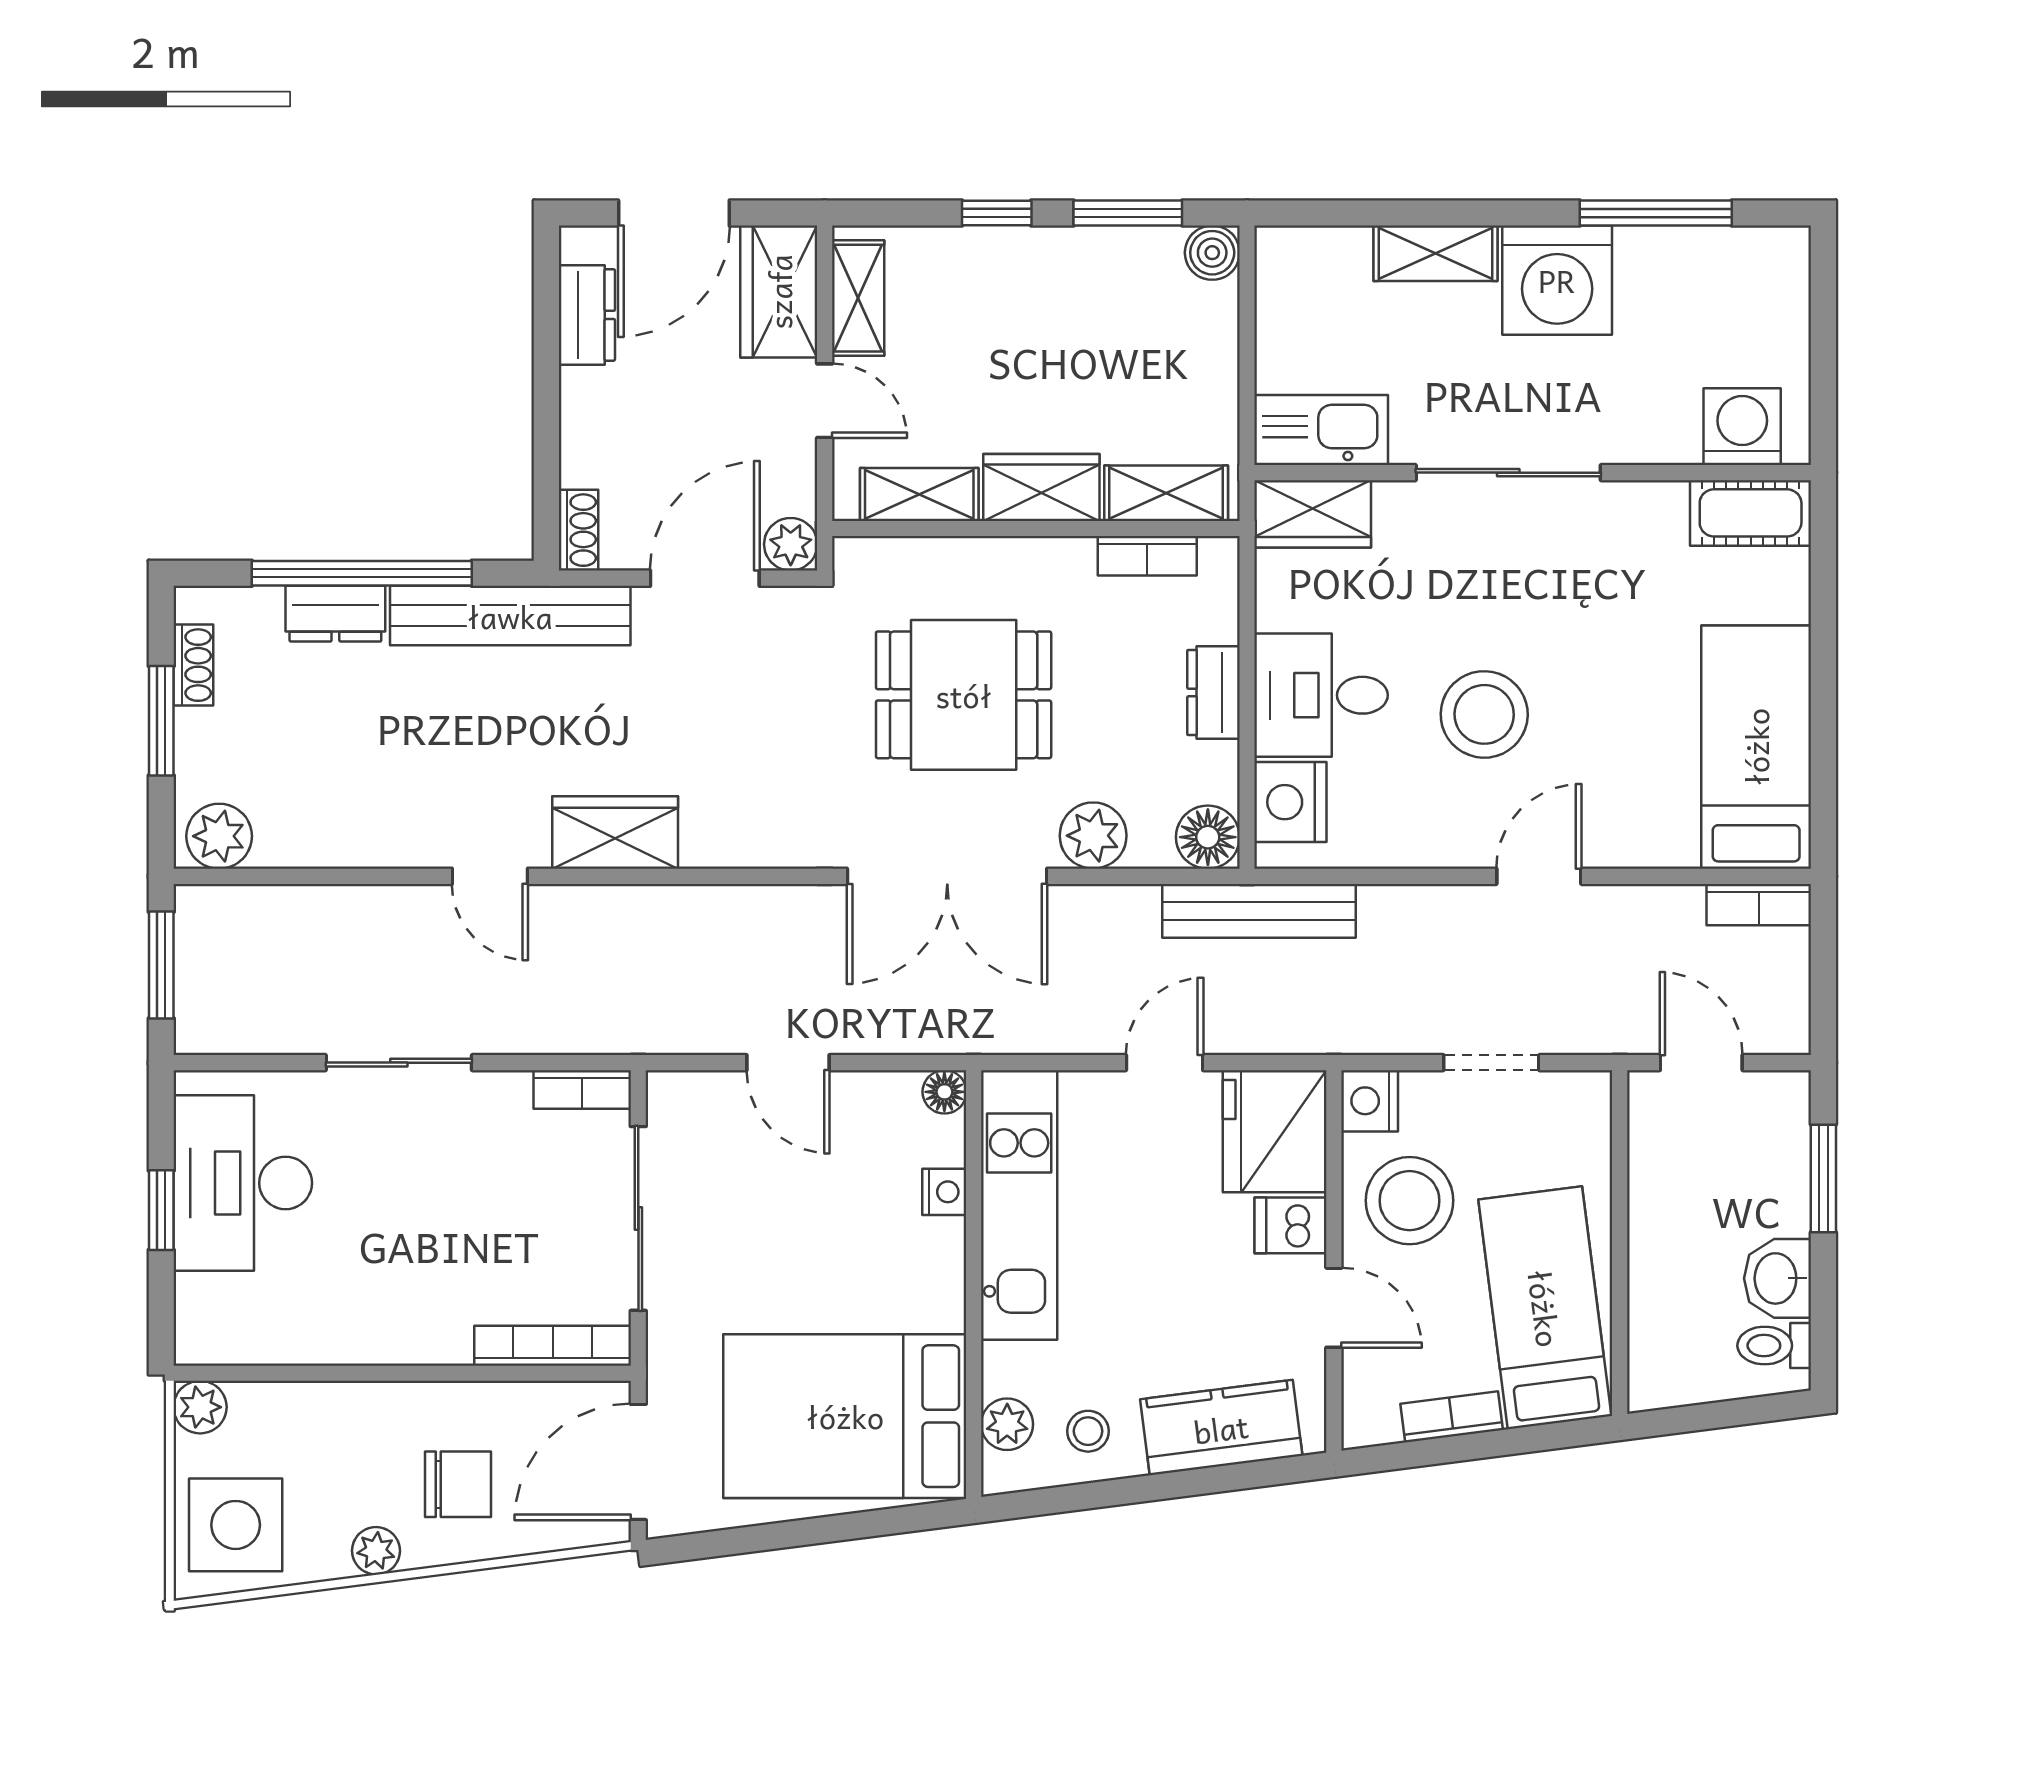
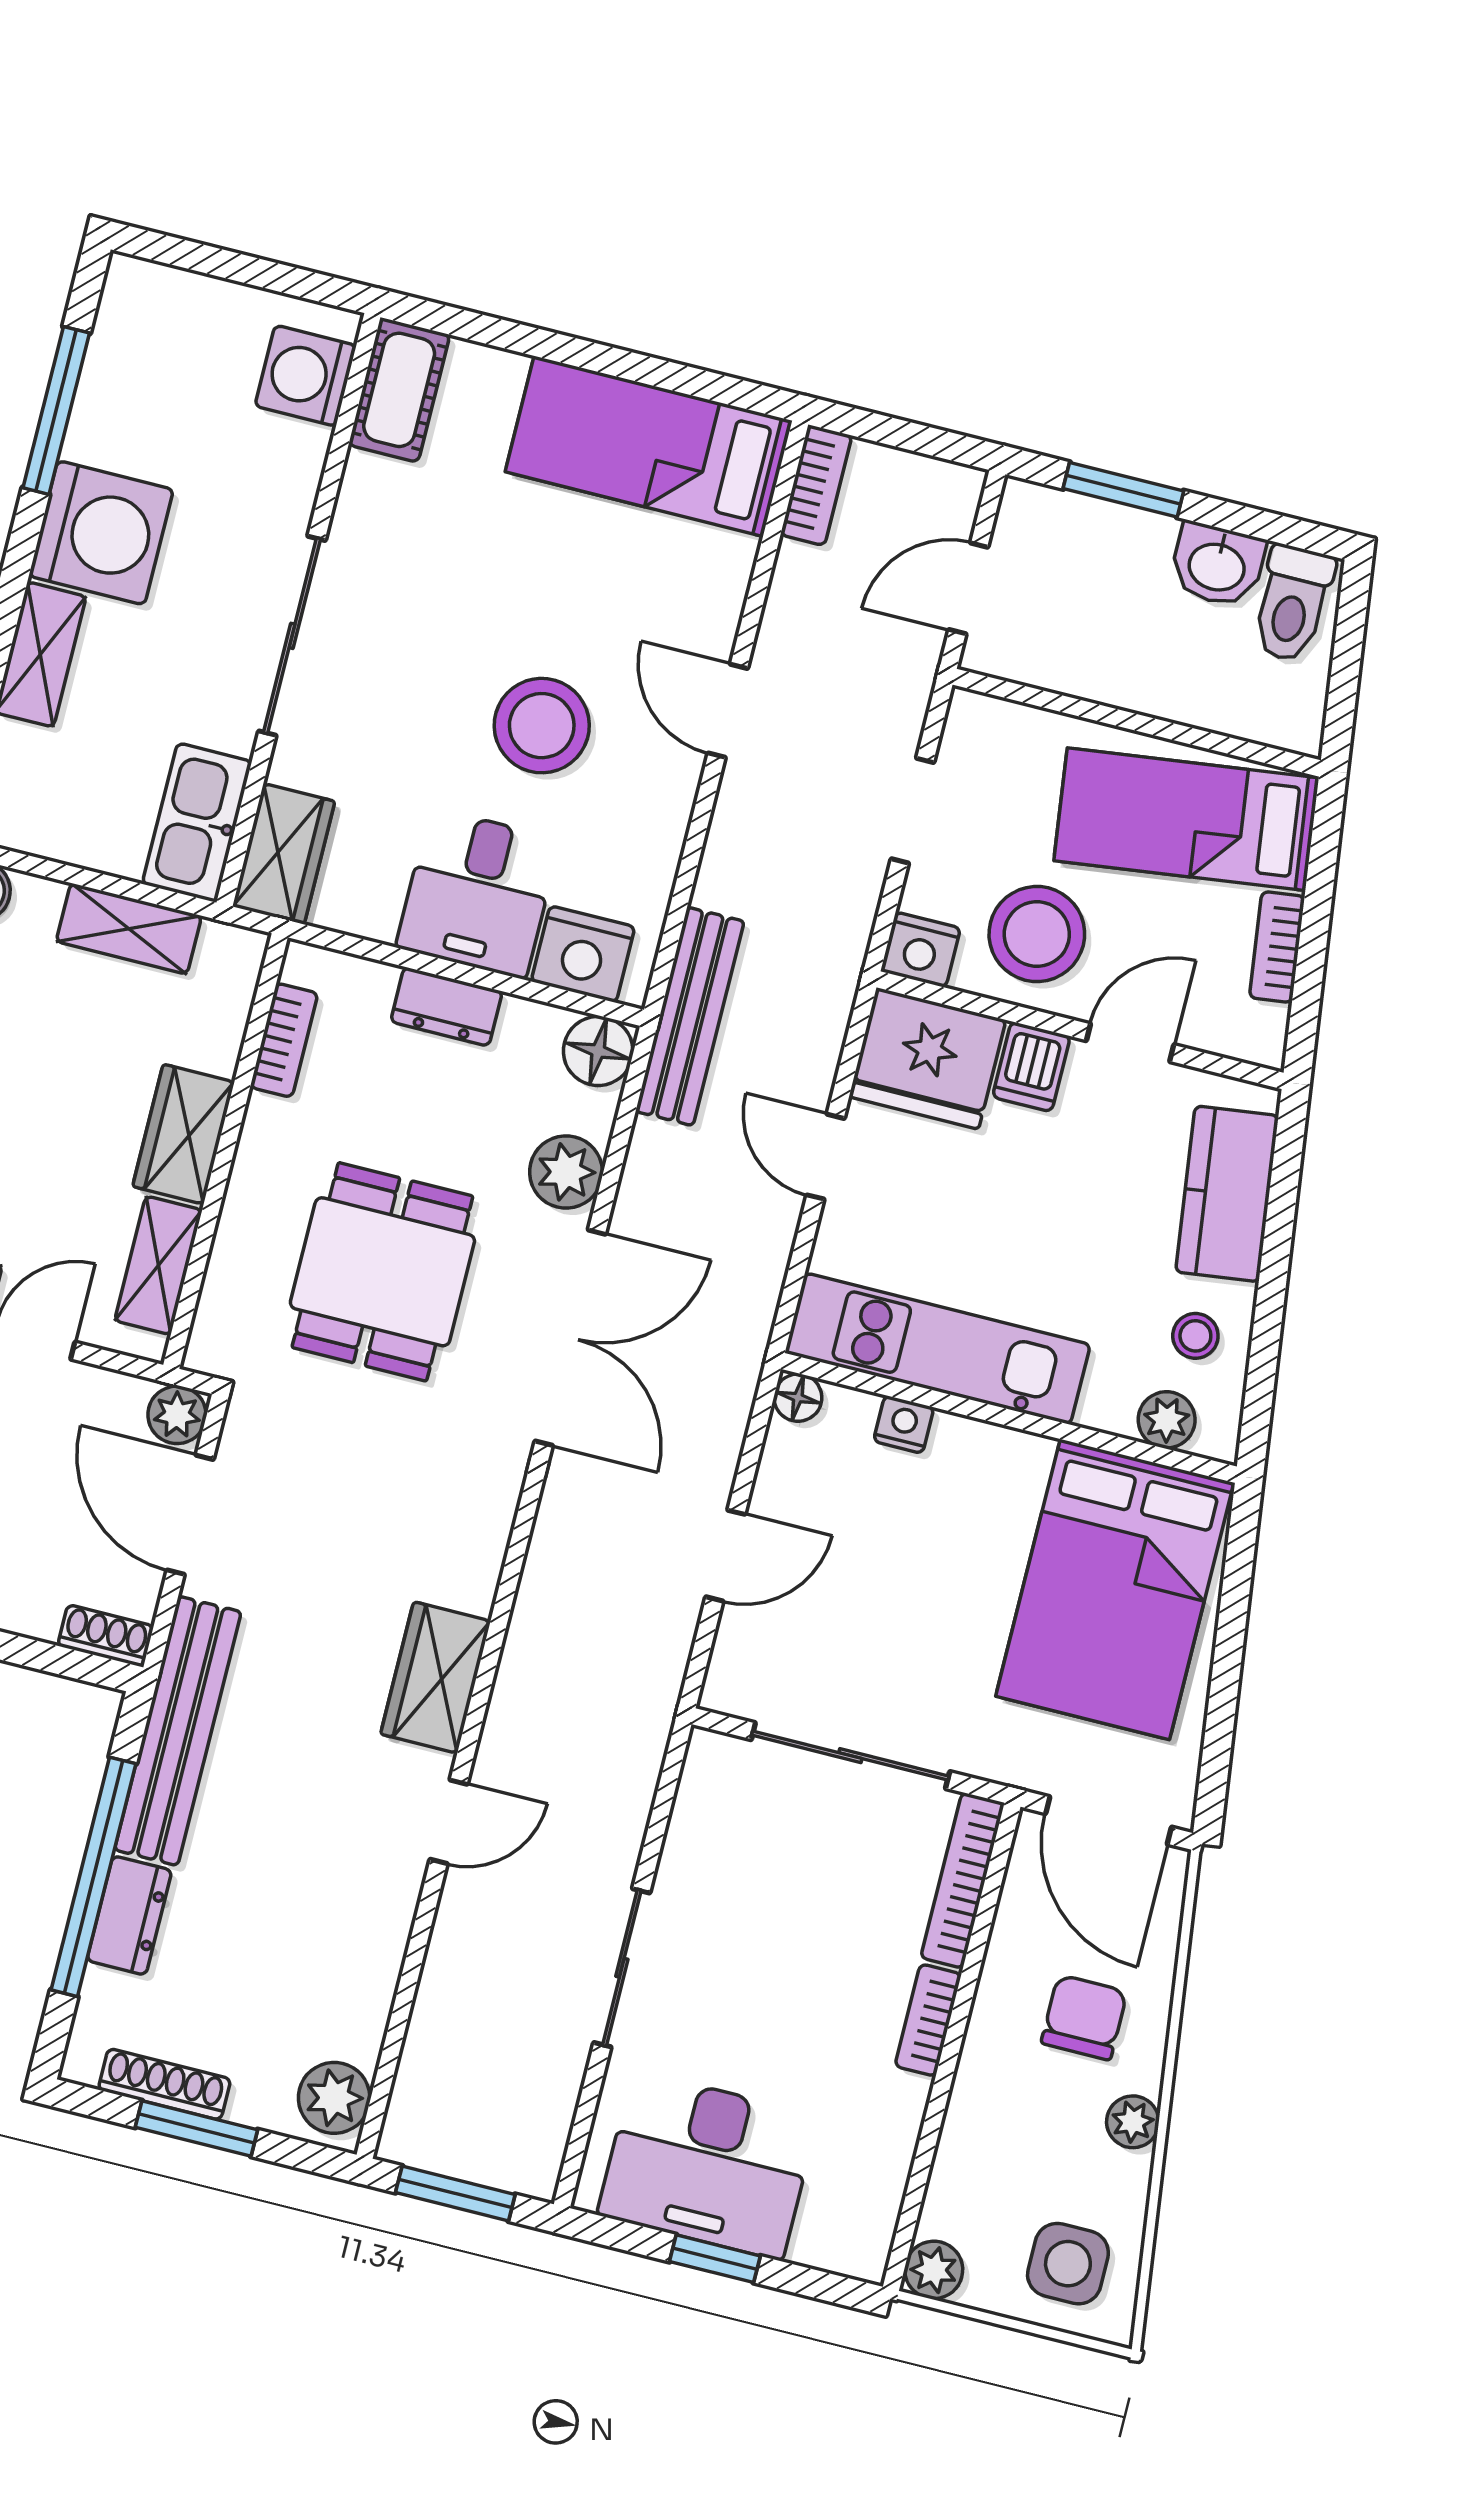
shelving: (1166, 493) -> (129, 929), moved, turned 90
shoe rack: (193, 665) -> (164, 2084), width x1.43
bookcase: (582, 1090) -> (928, 2020), moved, turned 180
toilet: (1774, 1346) -> (1292, 604), width x1.37, depth x1.39
side table: (236, 1525) -> (1068, 2264), width x0.73, depth x0.73

